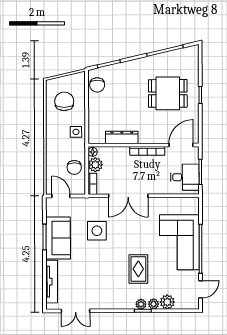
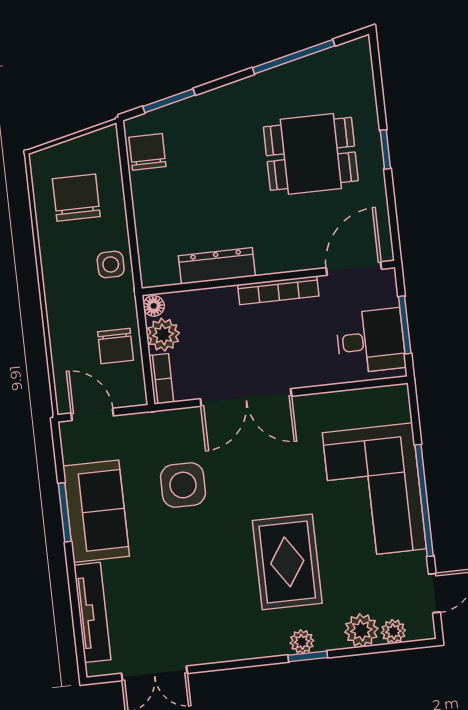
chair: (97, 85) -> (147, 152), turned 180
rug: (138, 269) -> (287, 562), width x1.36, depth x1.43
plant: (153, 304) -> (393, 631), moved

